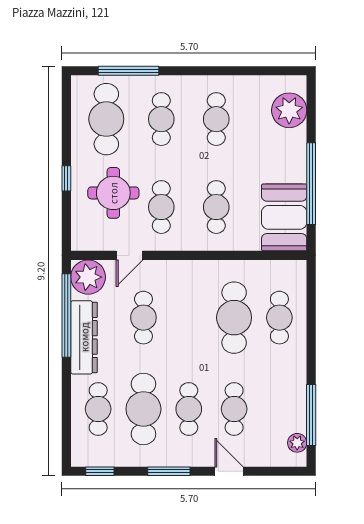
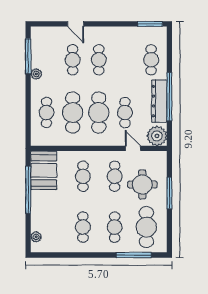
plant: (289, 110) -> (36, 237), width x0.53, depth x0.53
window: (66, 178) -> (169, 193), width x2.17
door: (129, 255) -> (133, 148), hinge flipped
window: (66, 316) -> (169, 97), moved
cafe table: (143, 409) -> (99, 113), moved
plant: (297, 443) -> (36, 74), moved
window: (100, 471) -> (150, 24), width x1.50
window: (169, 471) -> (110, 24), removed

